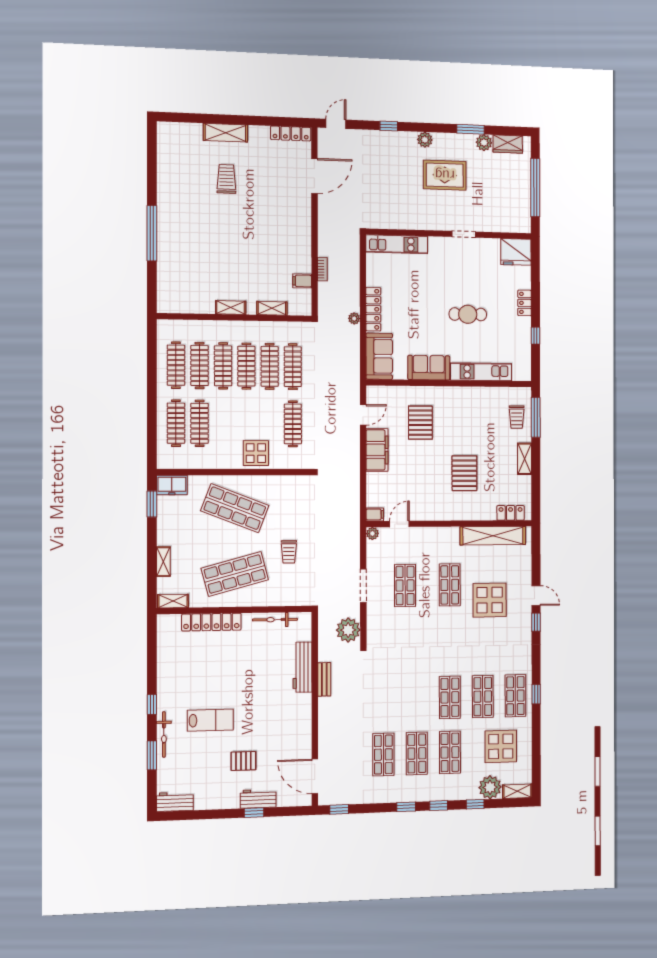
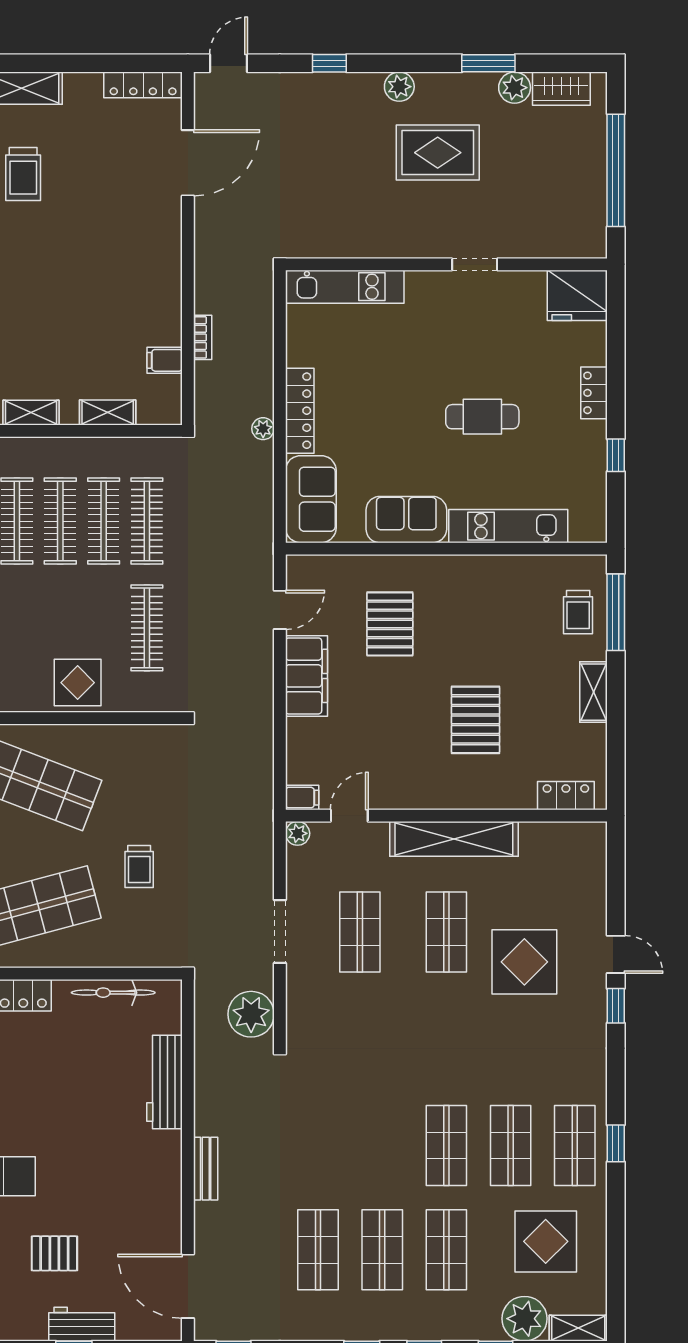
trolley: (226, 179) -> (23, 174), turned 180
shelving: (493, 536) -> (454, 839), moved
bench: (324, 679) -> (206, 1169), moved

